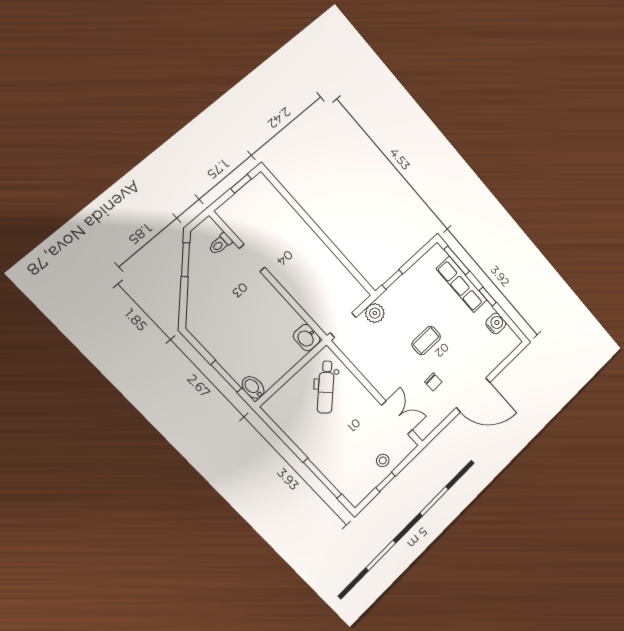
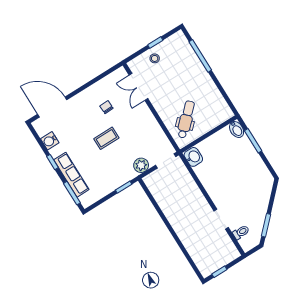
door: (473, 395) -> (52, 107), moved

